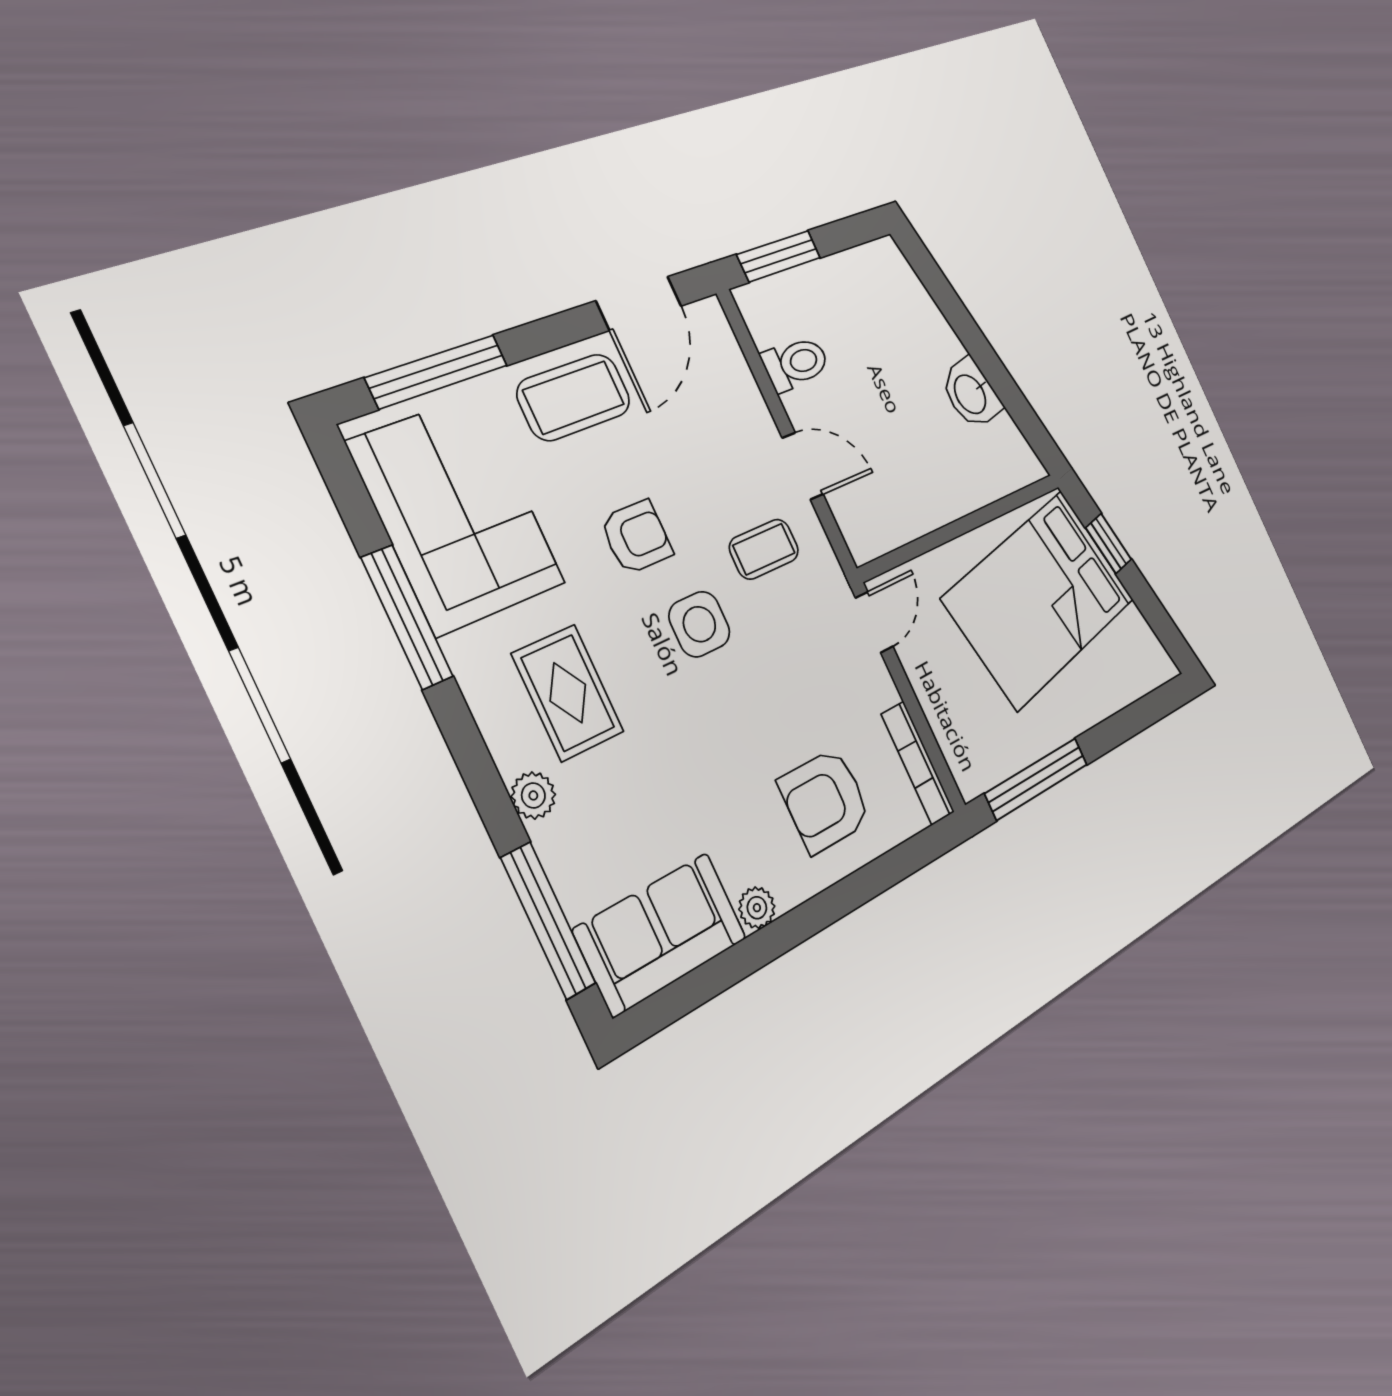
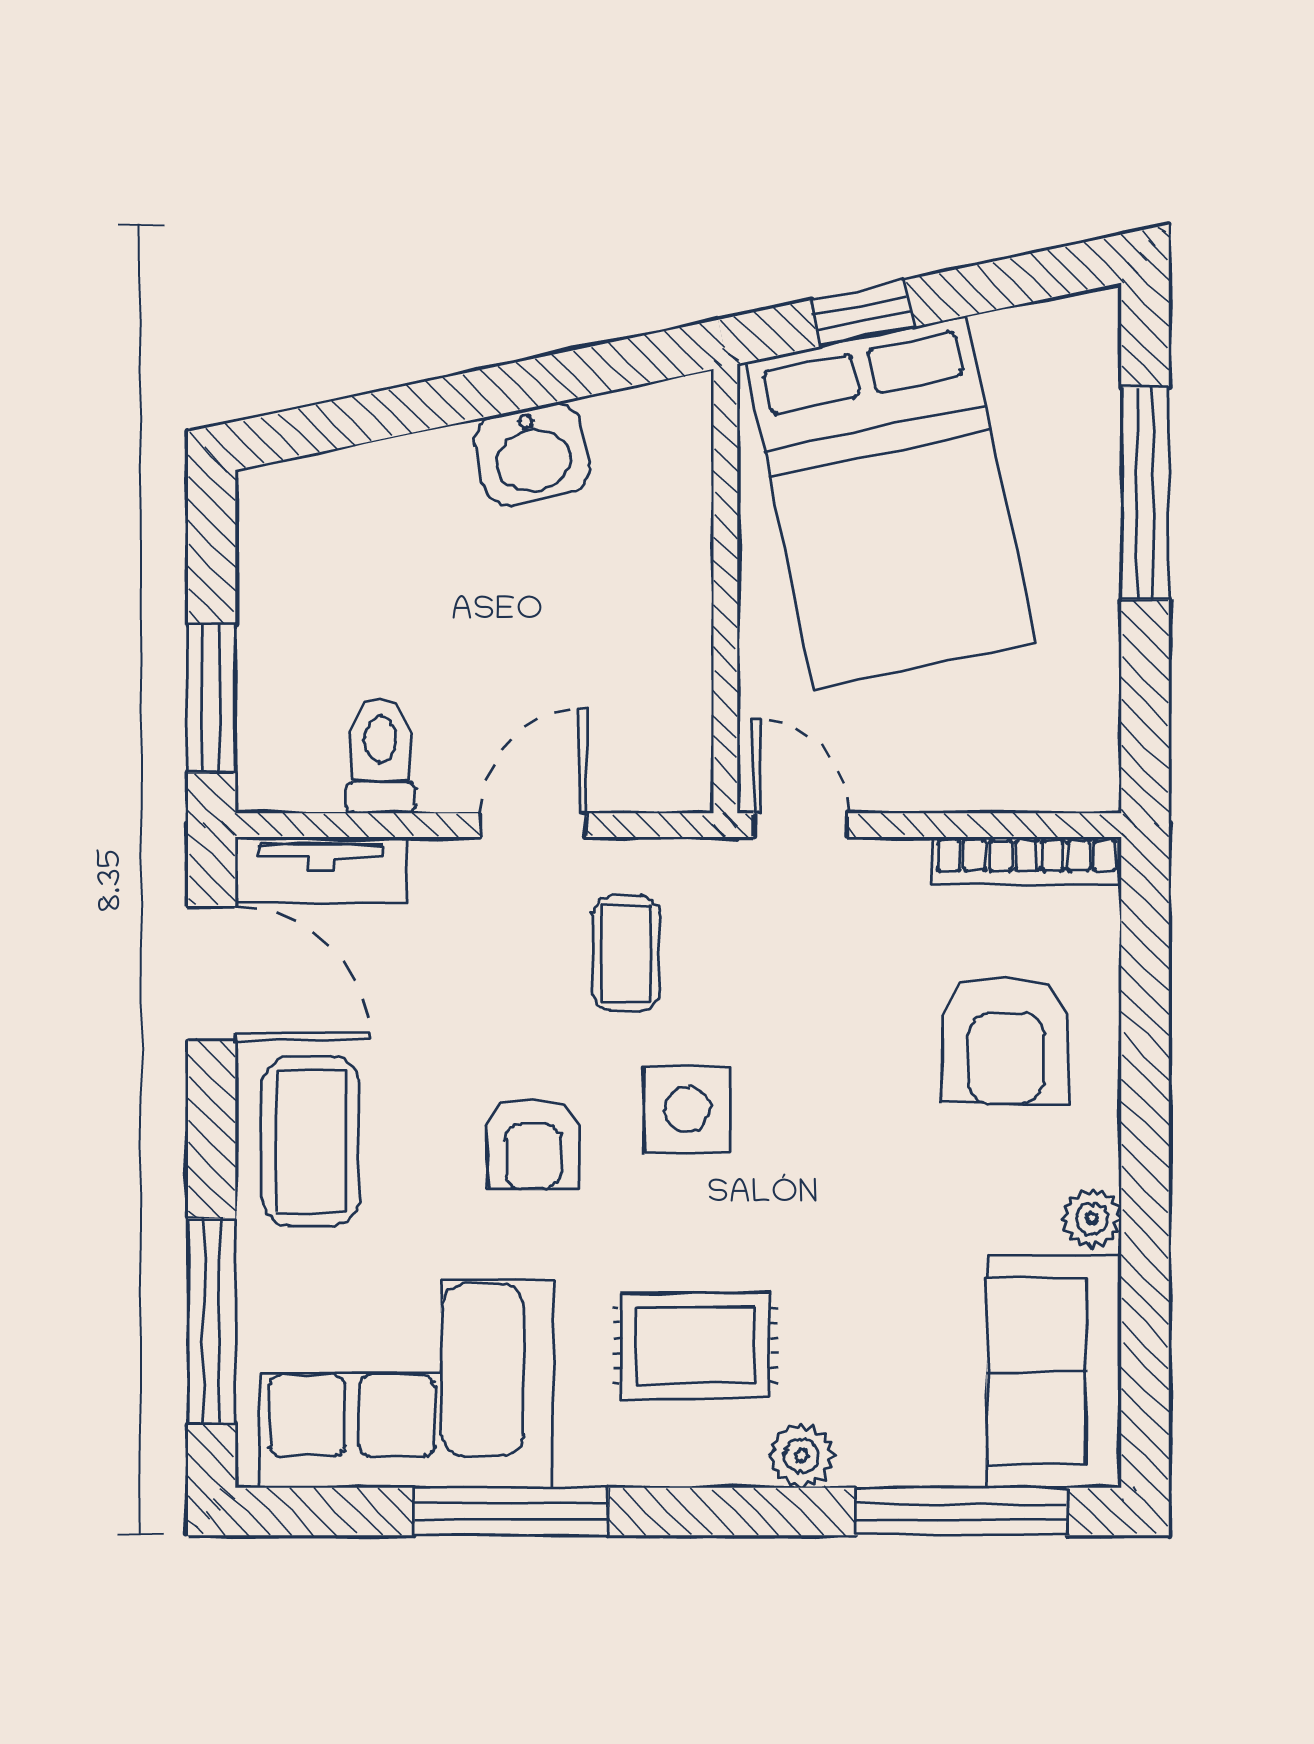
tv unit: (723, 350) -> (321, 870), added
armchair: (636, 537) -> (533, 1144), turned 180
window: (1037, 779) -> (1145, 493), moved

